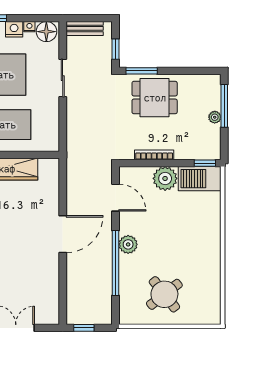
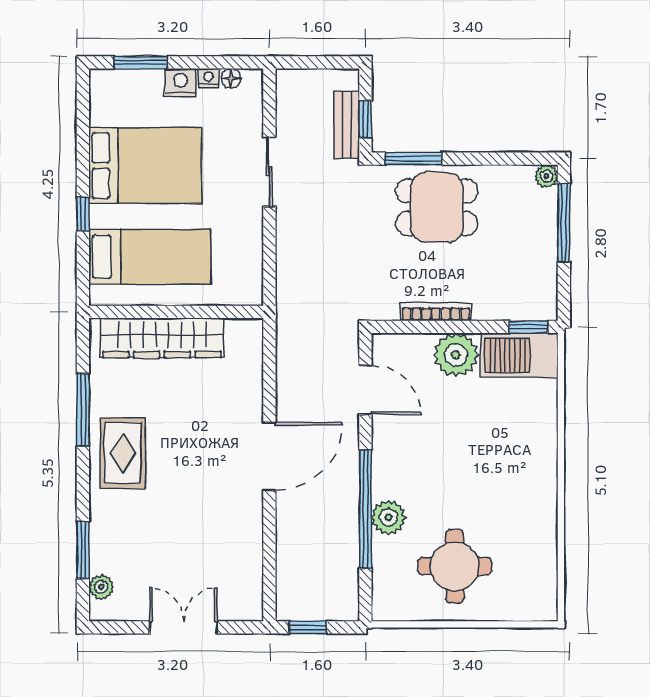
bench: (85, 28) -> (347, 125), moved, turned 90
floor lamp: (46, 32) -> (231, 78), width x0.53, depth x0.53
plant: (215, 117) -> (546, 176), moved
plant: (128, 244) -> (388, 517), moved
round table: (164, 294) -> (455, 566), turned 38

